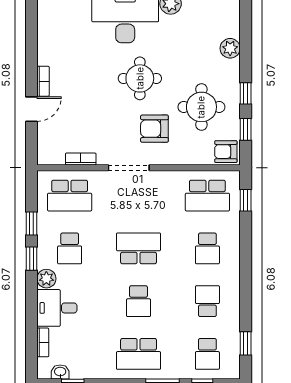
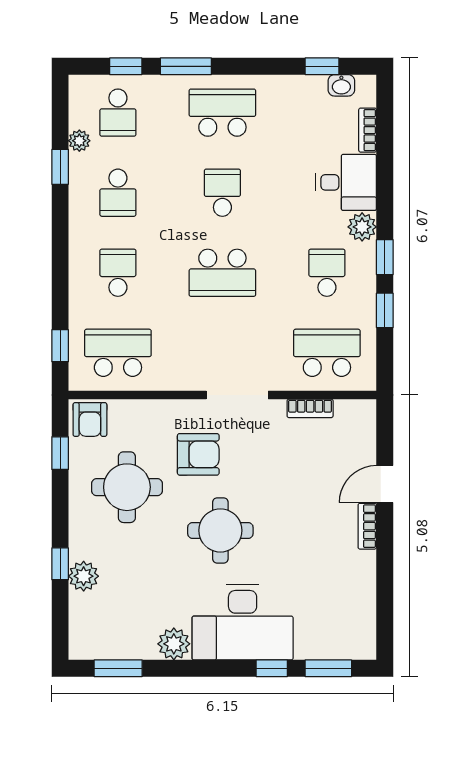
window: (246, 93) -> (60, 564), moved
armchair: (226, 152) -> (90, 419), turned 90
plant: (233, 335) -> (79, 141), added
window: (246, 343) -> (60, 167), moved
school desk: (207, 354) -> (118, 113), turned 180

